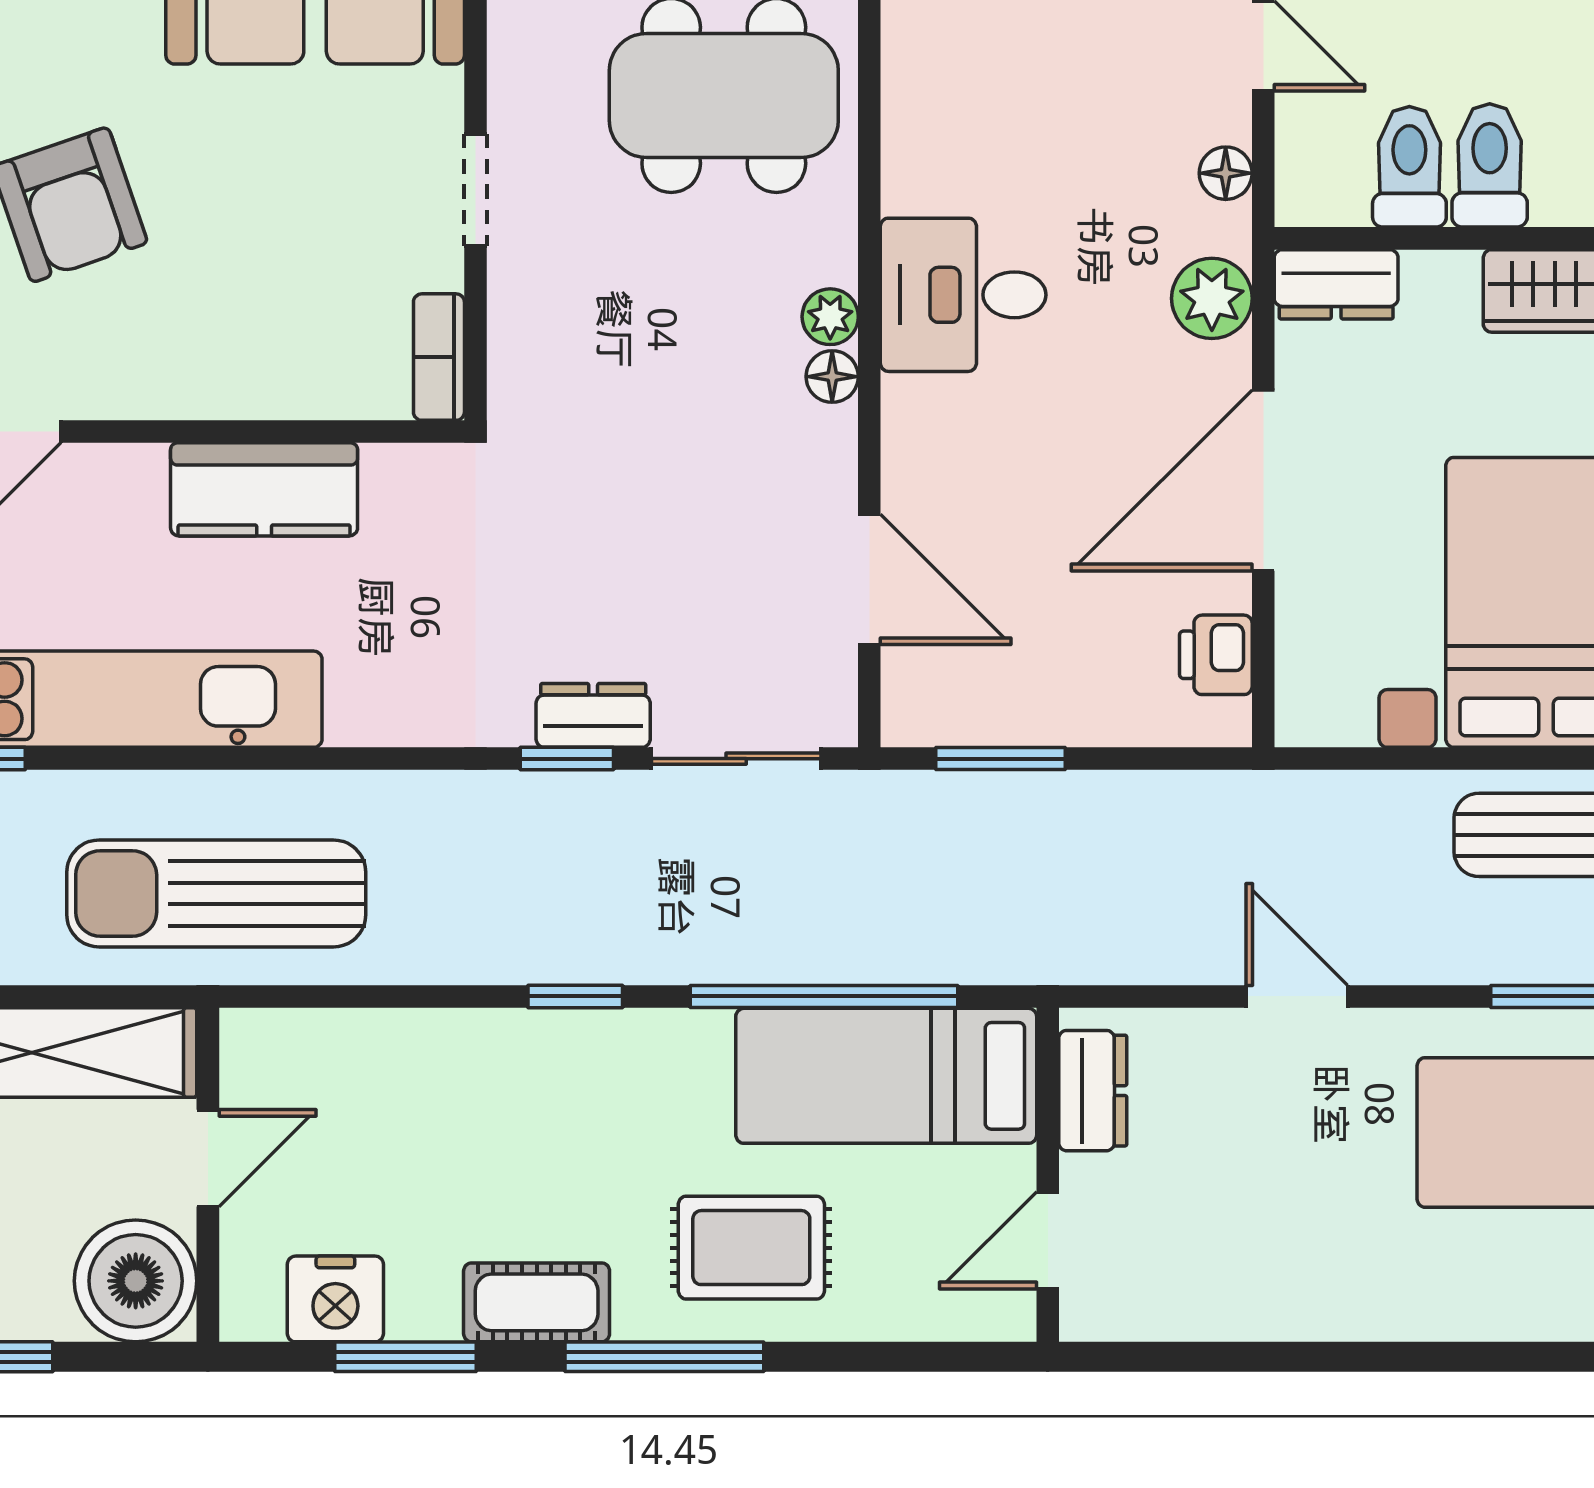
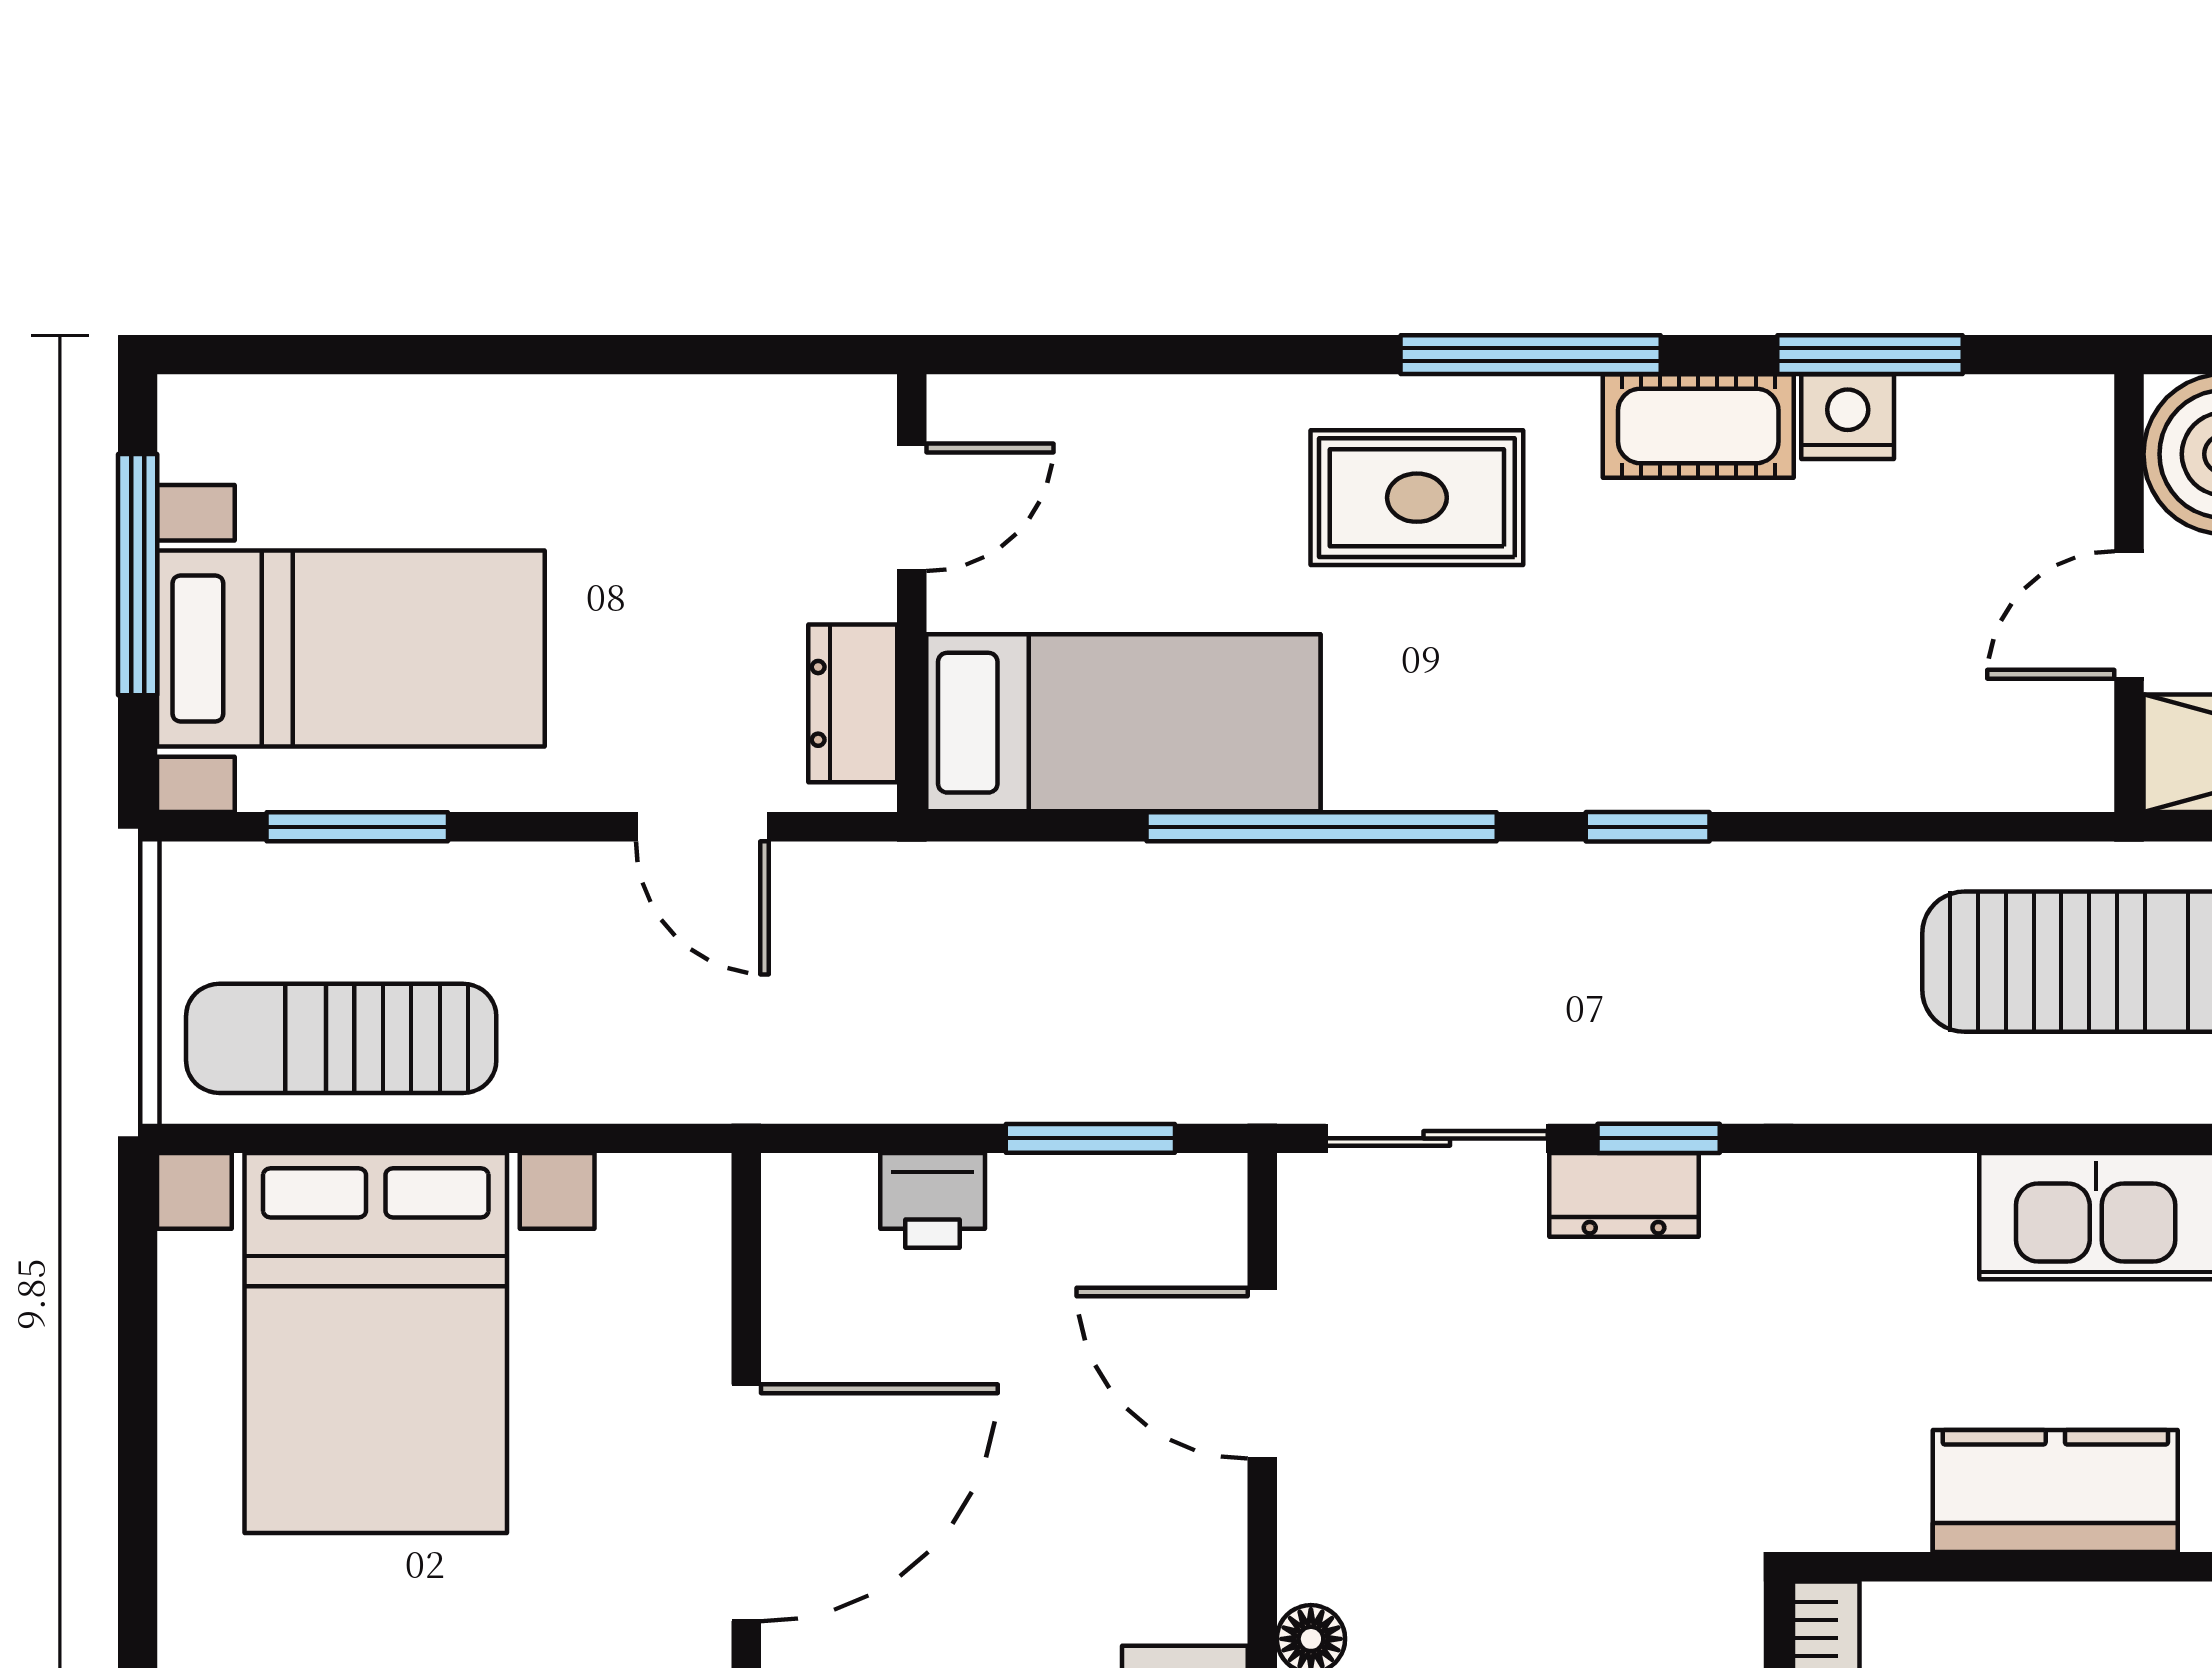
printer: (1216, 655) -> (933, 1200), moved, turned 90
bed: (886, 1076) -> (1123, 723), moved
dresser: (1093, 1091) -> (853, 703), moved
wall: (1048, 1175) -> (912, 593), moved
door: (1048, 1240) -> (912, 507), moved
nightstand: (335, 1299) -> (1848, 417), moved, width x0.74, depth x0.75

